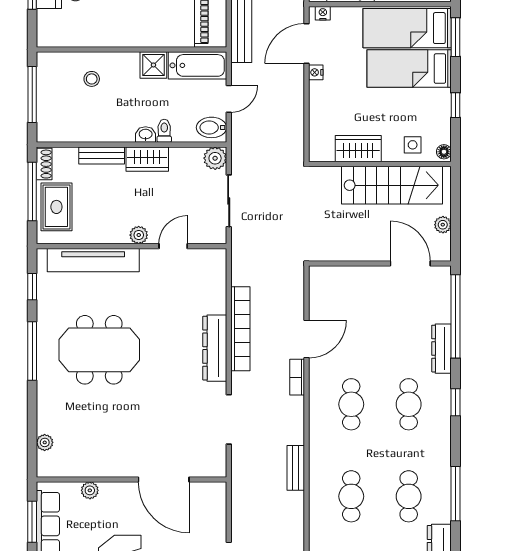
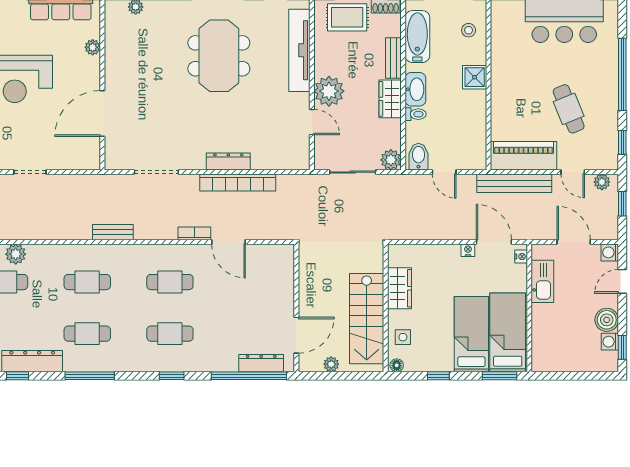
shower: (153, 65) -> (475, 77), moved
bathtub: (197, 65) -> (417, 37), moved, turned 180
stool: (92, 79) -> (469, 30), moved
washbasin: (146, 134) -> (415, 89), width x1.91, depth x1.45
plant: (139, 235) -> (329, 91), width x1.88, depth x1.88
dresser: (215, 348) -> (228, 161), width x0.73, depth x0.80
dresser: (442, 349) -> (261, 363), moved

